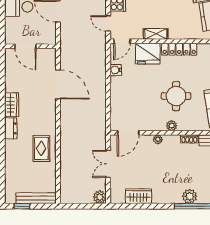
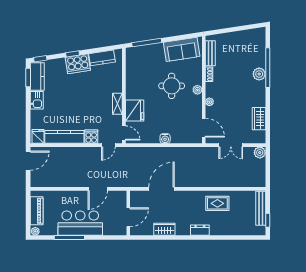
locker: (179, 49) -> (131, 83), removed
water cooler: (116, 70) -> (165, 139), moved
wardrobe: (12, 105) -> (164, 229), moved

